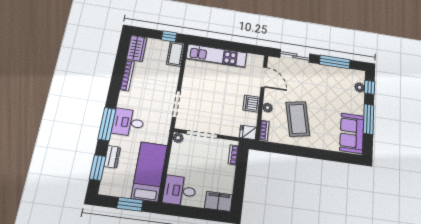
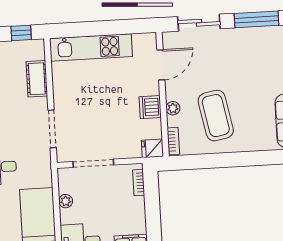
cot: (176, 54) -> (37, 79), moved
door: (264, 77) -> (161, 65), hinge flipped
plant: (178, 138) -> (66, 201), moved

